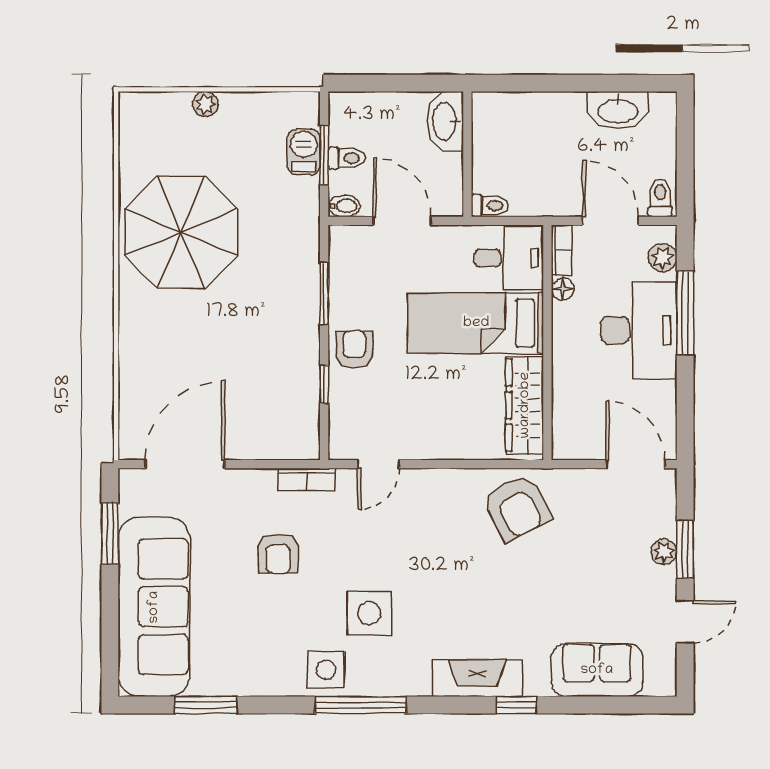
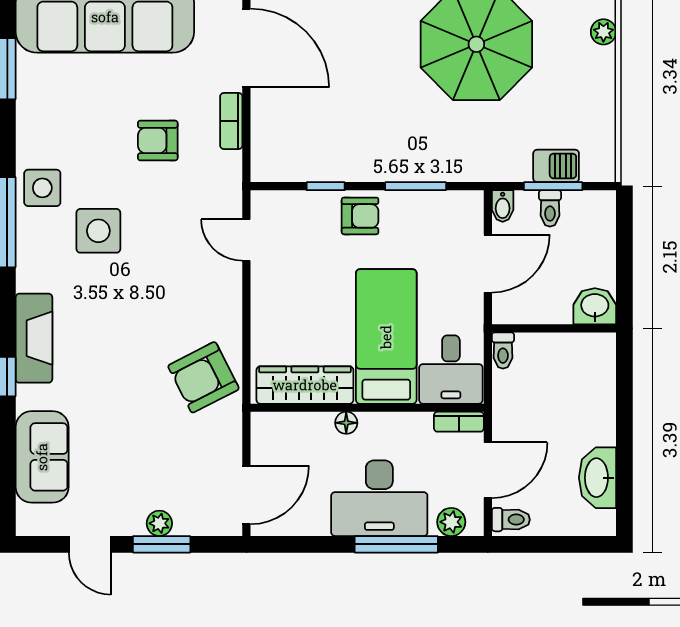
plant: (205, 104) -> (603, 32), moved
washbasin: (445, 121) -> (595, 306), width x0.72
floor lamp: (563, 289) -> (346, 423), moved
bookcase: (307, 479) -> (231, 121), moved

